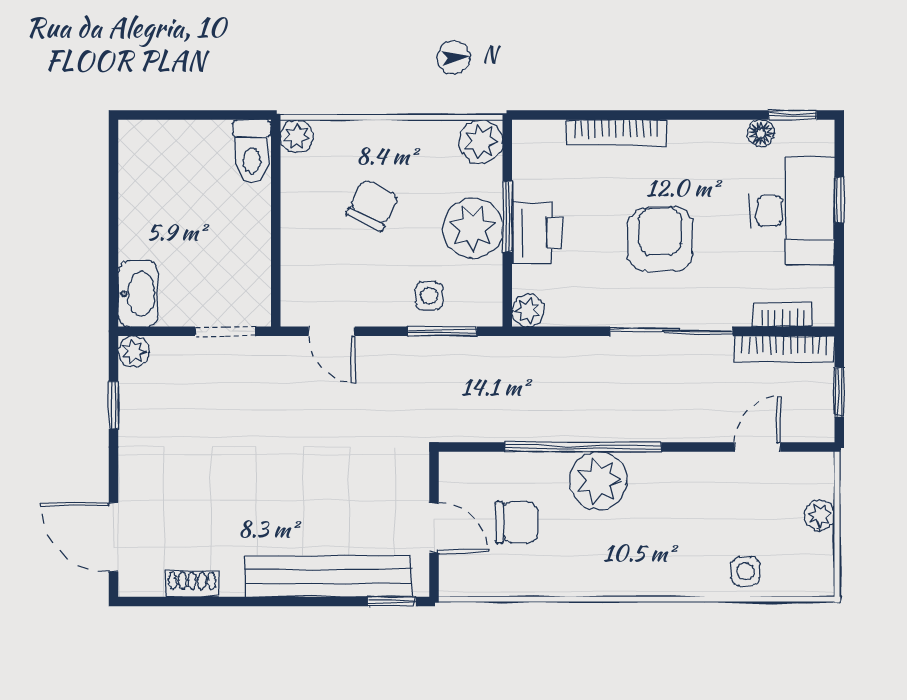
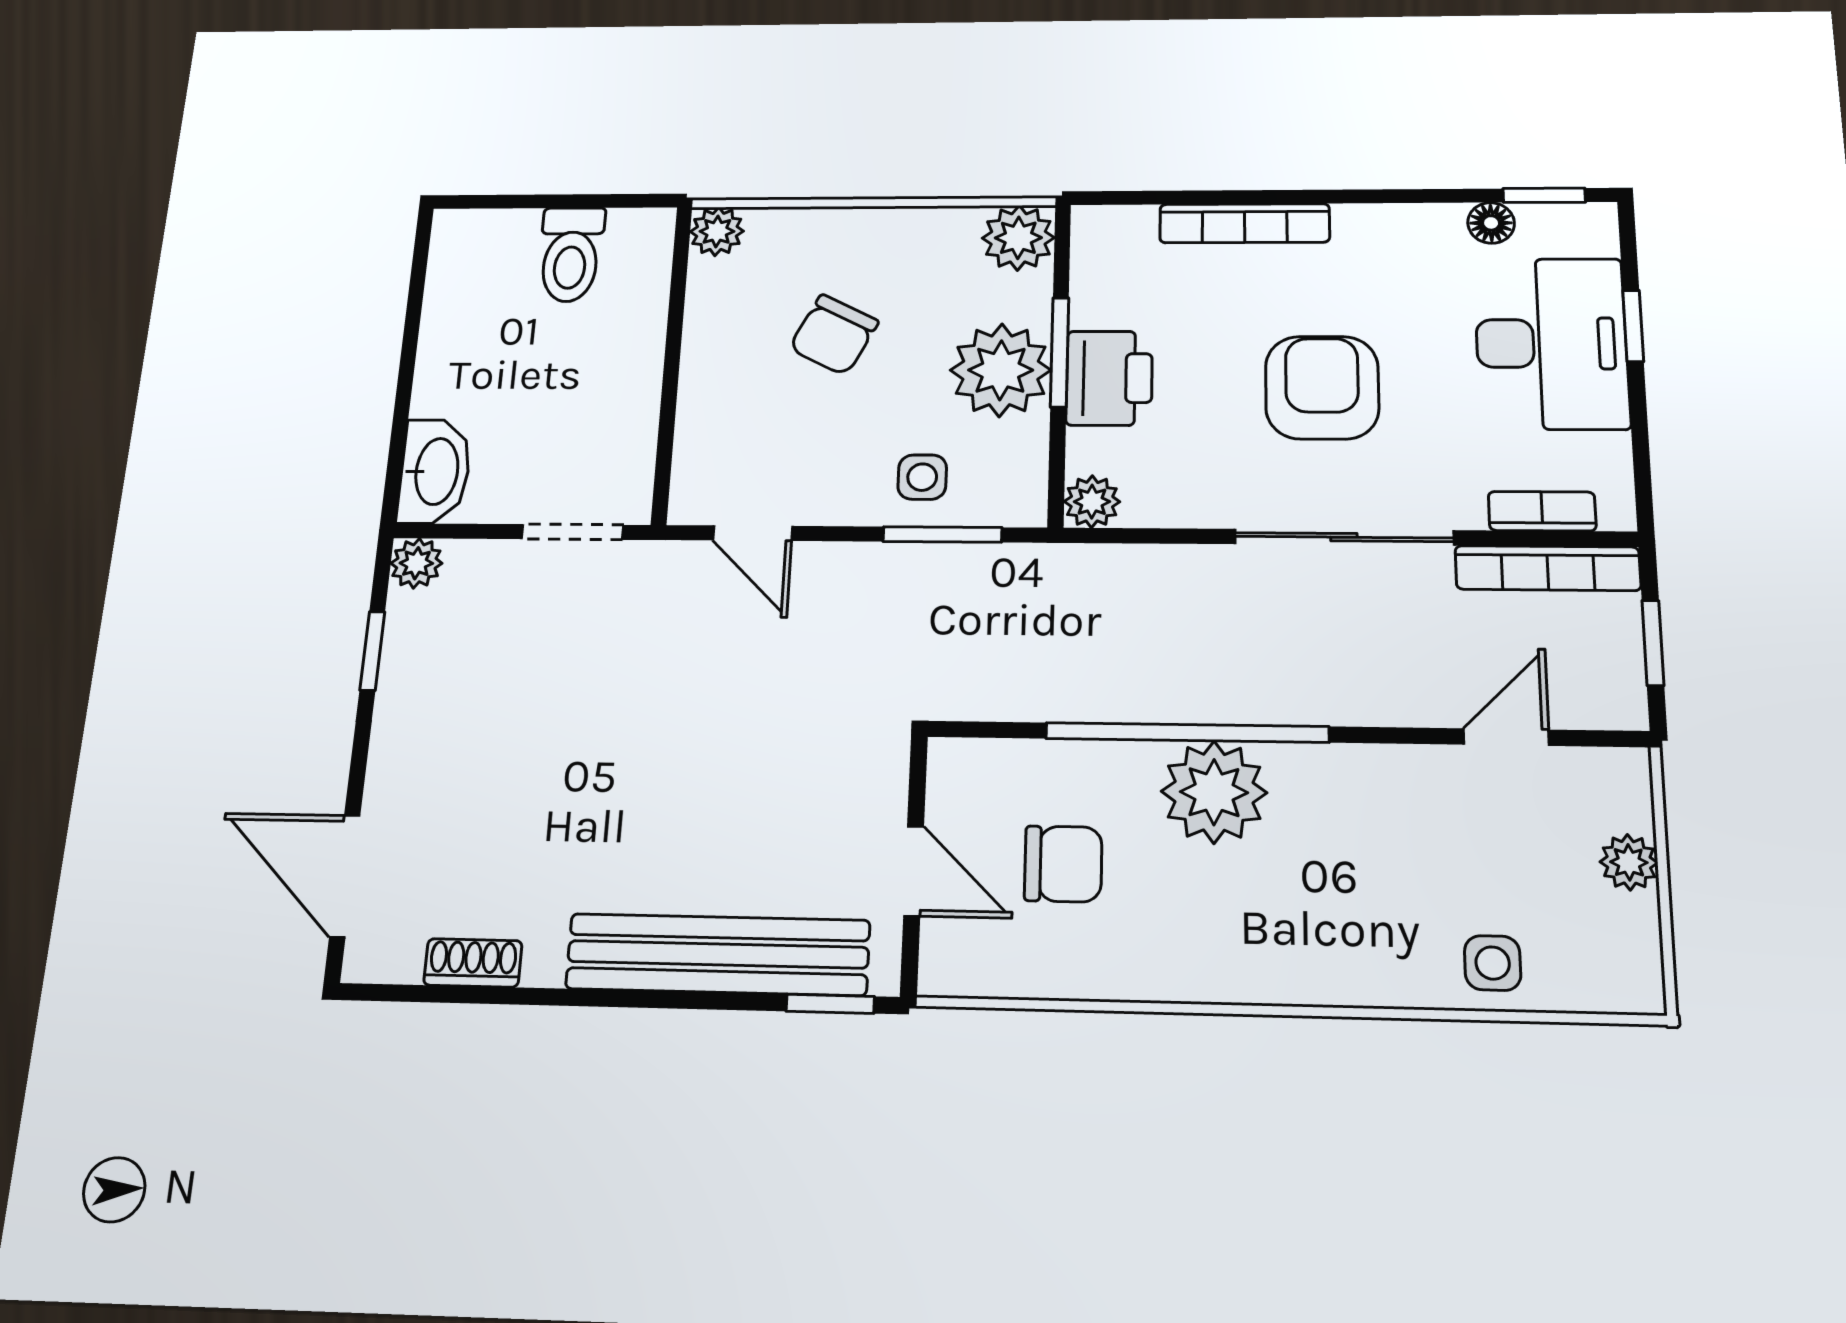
toilet: (252, 151) -> (571, 254), moved
chair: (372, 205) -> (834, 335), turned 180

